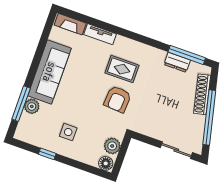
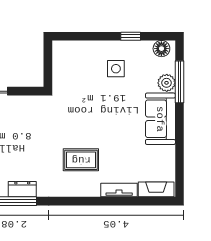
sofa: (49, 72) -> (160, 119), width x0.73
armchair: (118, 99) -> (74, 125), removed
plant: (112, 146) -> (62, 71), removed
floor lamp: (106, 163) -> (161, 49), moved

